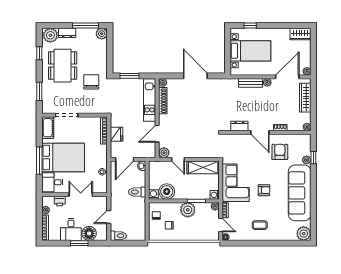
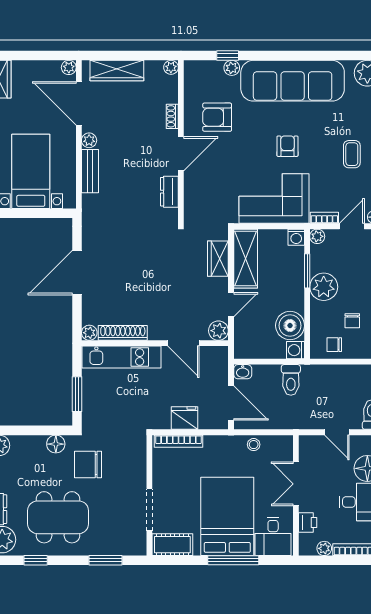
floor lamp: (102, 64) -> (56, 444), added
wardrobe: (203, 152) -> (218, 259), added

